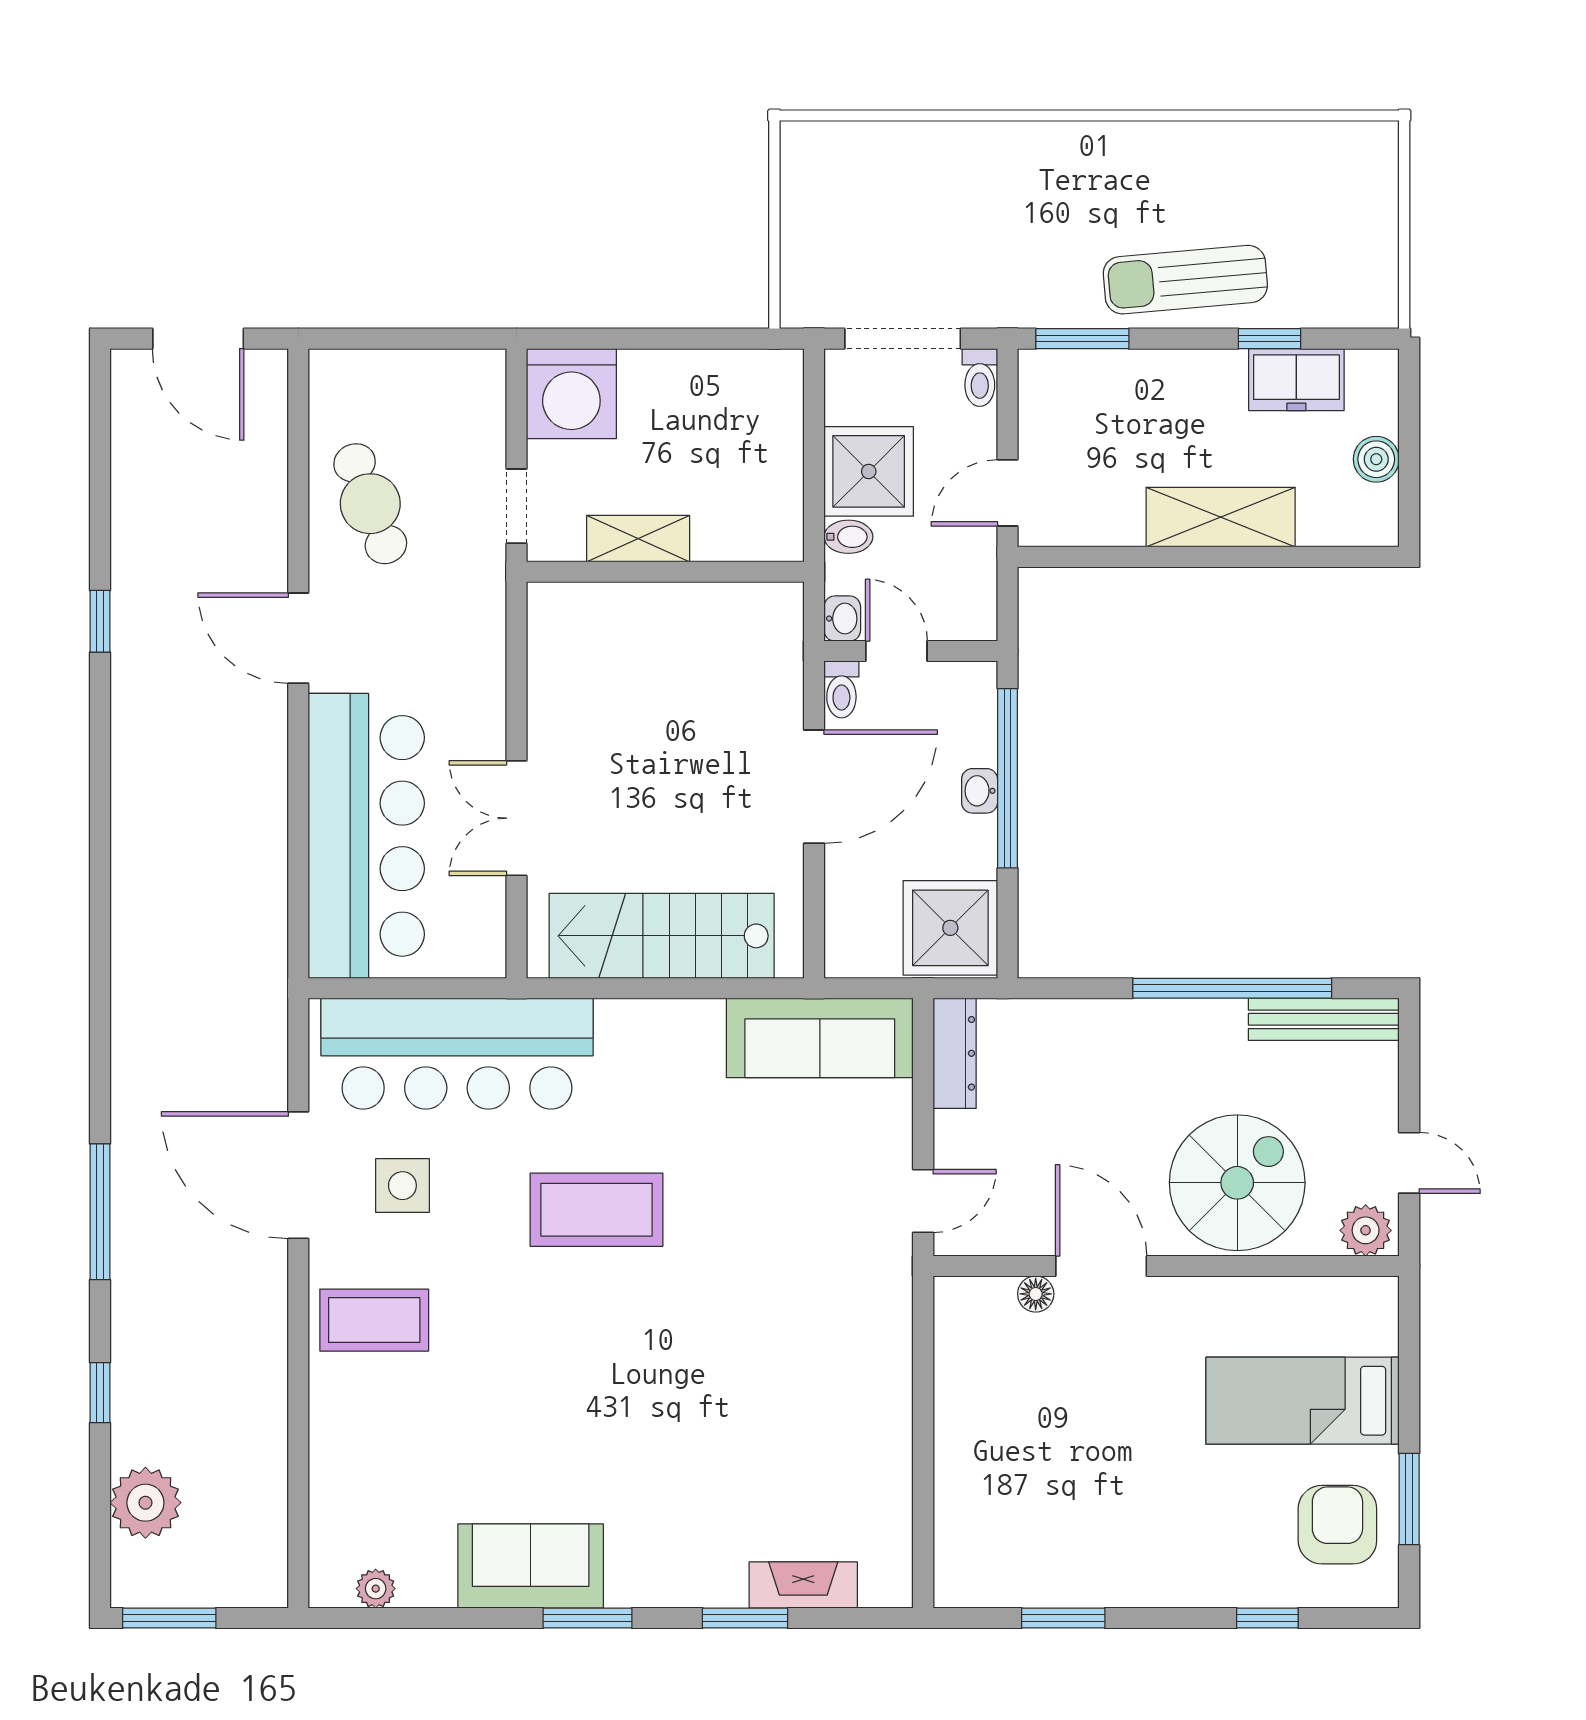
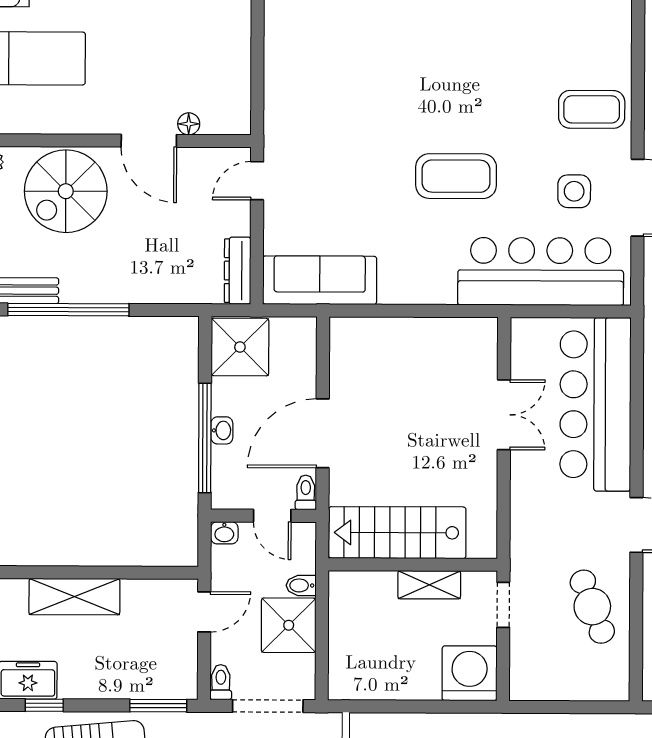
washbasin: (842, 619) -> (224, 533), moved, turned -90
stairs: (662, 936) -> (397, 533), moved, turned 180

